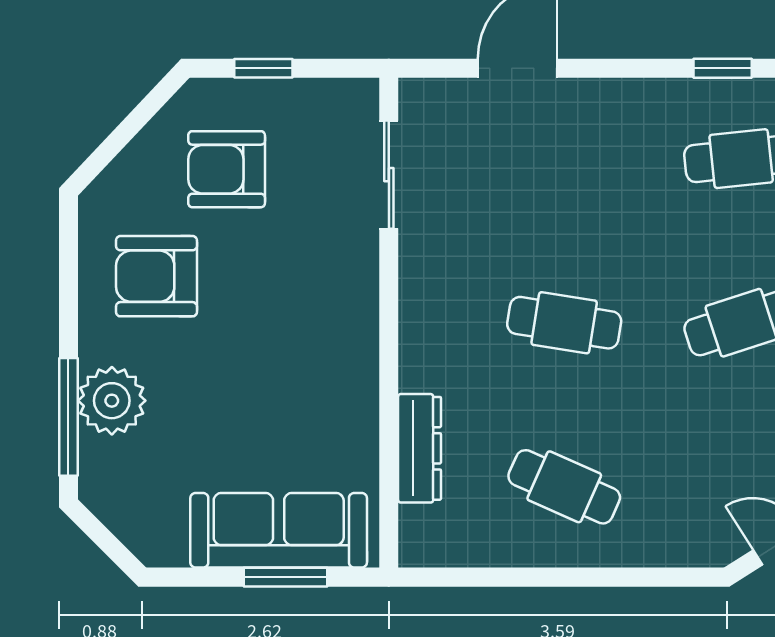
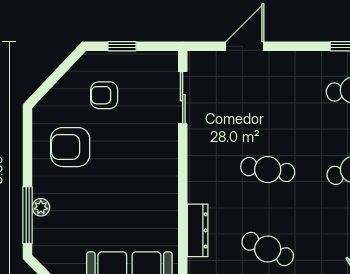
armchair: (227, 169) -> (104, 95), width x0.72, depth x0.72
plant: (112, 401) -> (41, 207), width x0.53, depth x0.53

